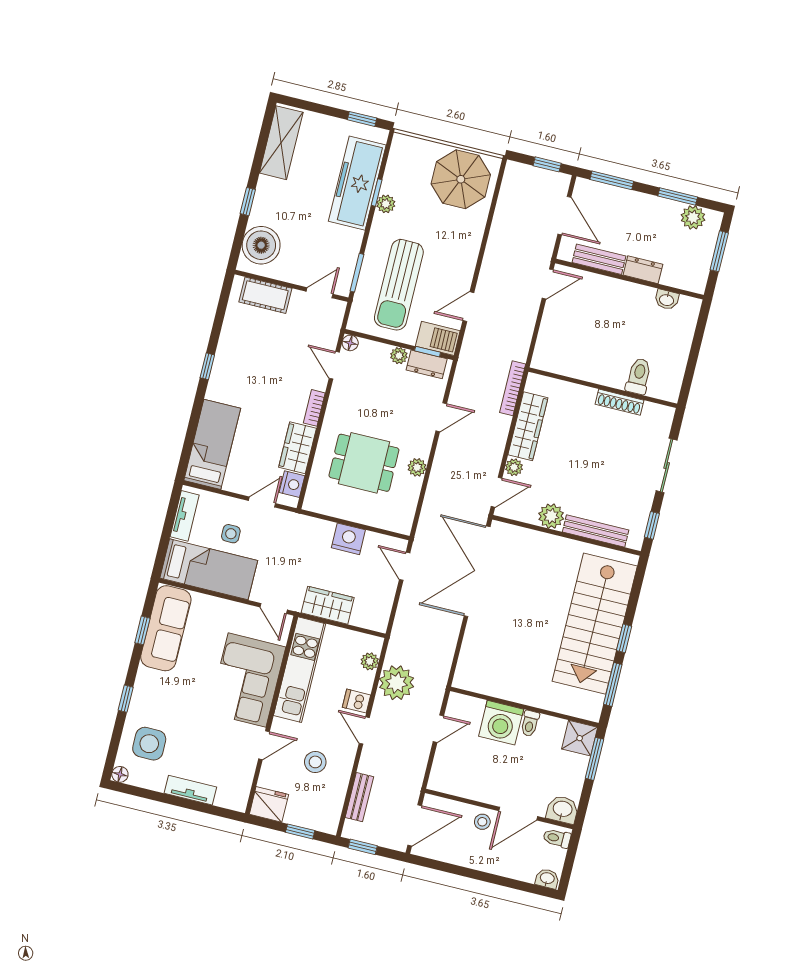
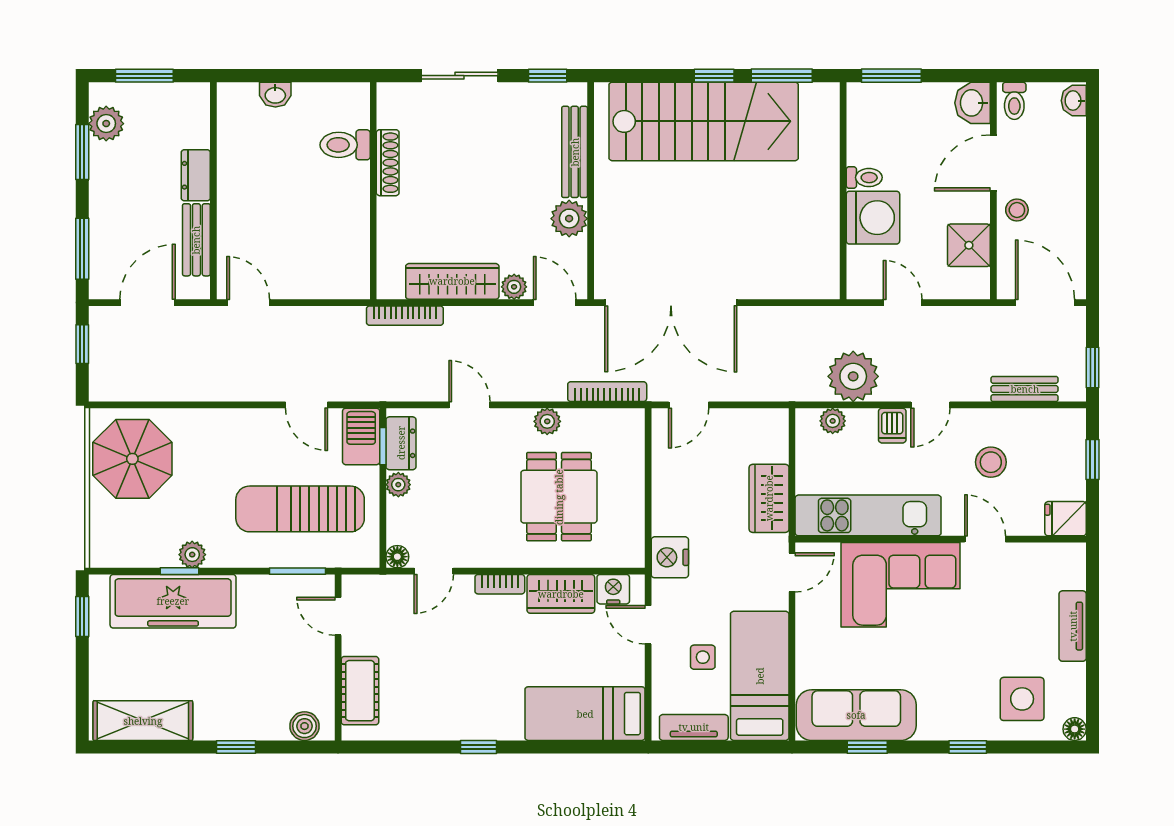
boiler: (261, 245) -> (305, 726), width x0.54, depth x0.54
sun lounger: (399, 285) -> (300, 509), turned 180
washbasin: (667, 300) -> (275, 95), moved, turned 90
bookcase: (427, 513) -> (607, 392), added
nightstand: (348, 539) -> (670, 557), moved
shower: (580, 738) -> (969, 245), moved
fridge: (269, 804) -> (1066, 519), width x0.72
door: (518, 814) -> (993, 163), swing flipped

